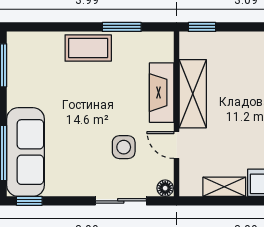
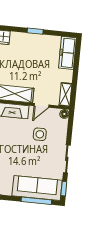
shelving: (224, 187) -> (65, 95), moved
sliding door: (121, 201) -> (67, 159), moved

